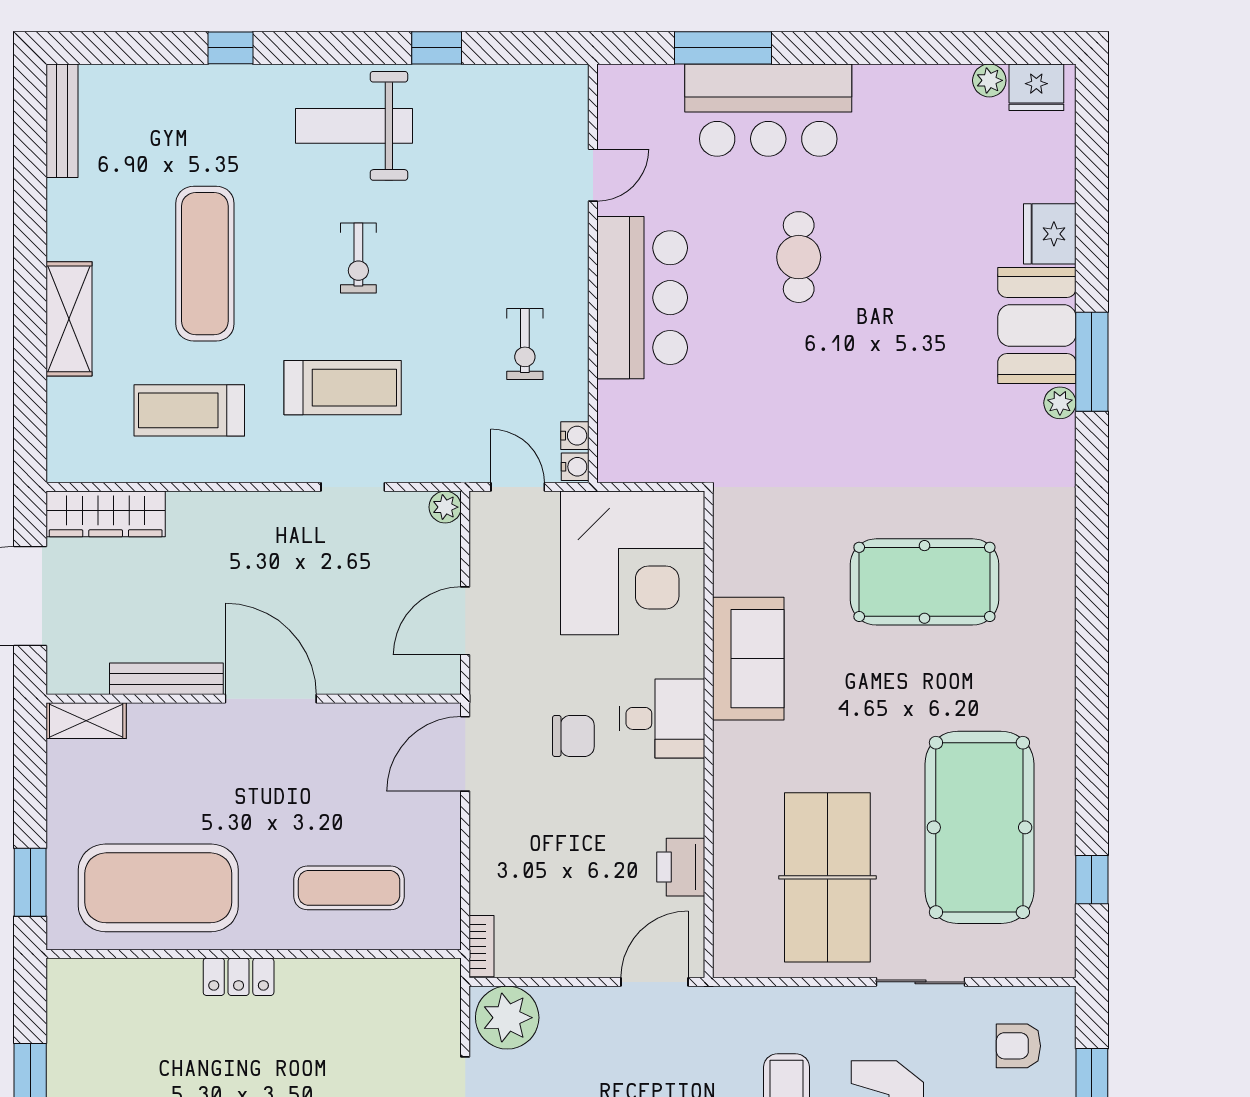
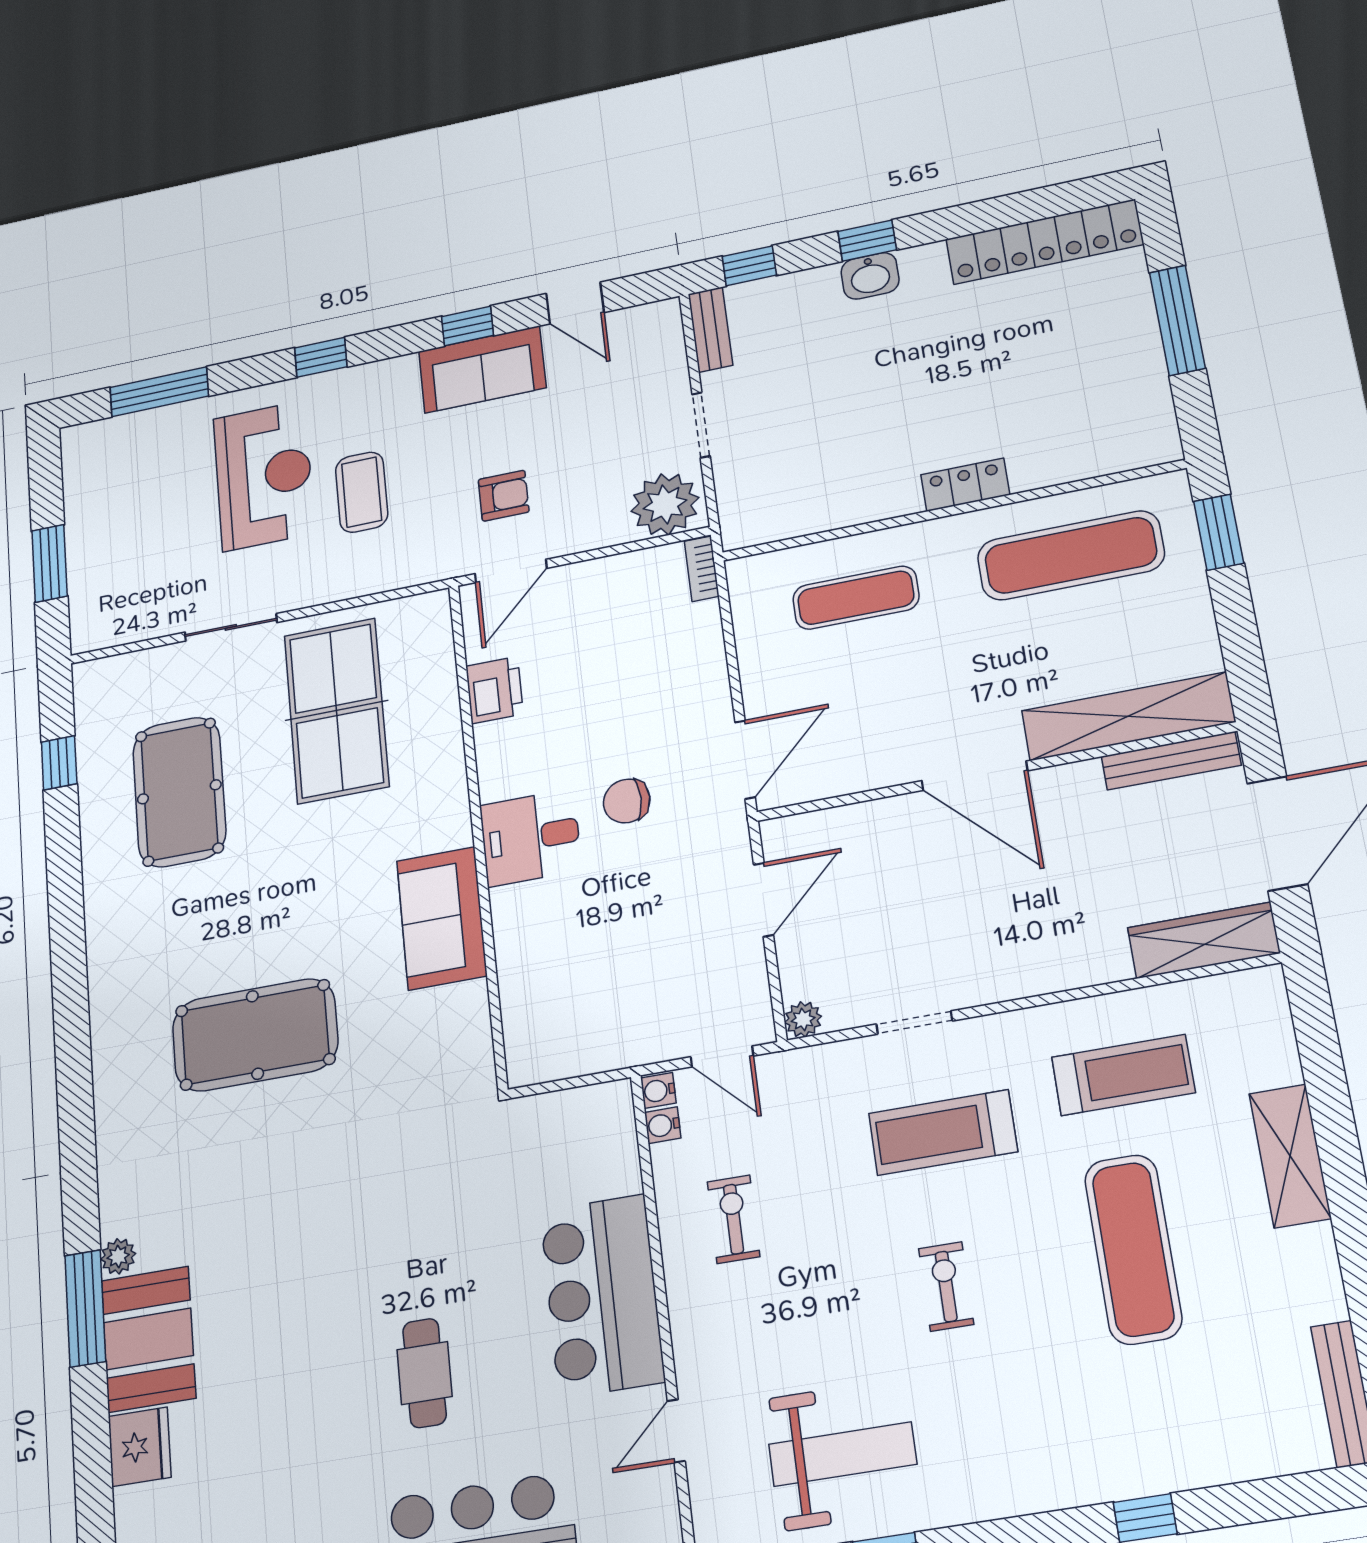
weight bench: (354, 126) -> (843, 1454), moved
corner desk: (633, 563) -> (581, 997), removed
bench: (166, 679) -> (1171, 761), moved
shelving: (86, 721) -> (1128, 716), width x2.20, depth x1.33
pool table: (979, 827) -> (179, 792), width x0.73, depth x0.76
exercise mat: (158, 888) -> (1071, 555), width x0.68
armchair: (1018, 1046) -> (504, 496), moved

